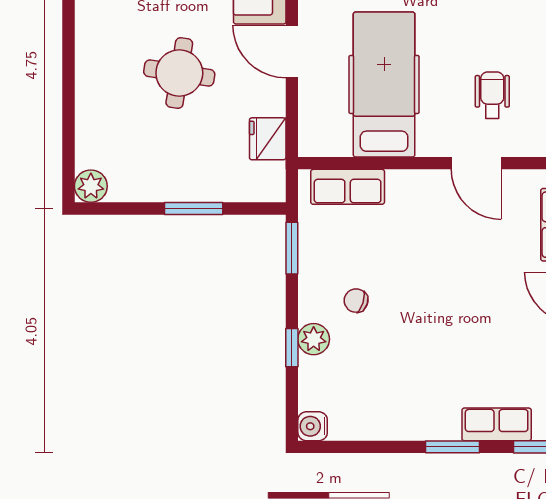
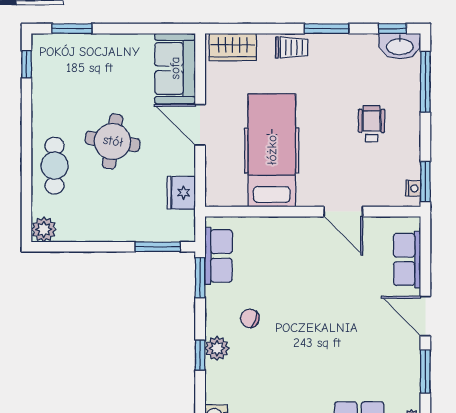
wheelchair: (492, 95) -> (372, 124), moved
cafe table: (105, 104) -> (55, 166), added
row of seats: (348, 187) -> (218, 256), moved, turned -90
window: (194, 208) -> (158, 247), moved

